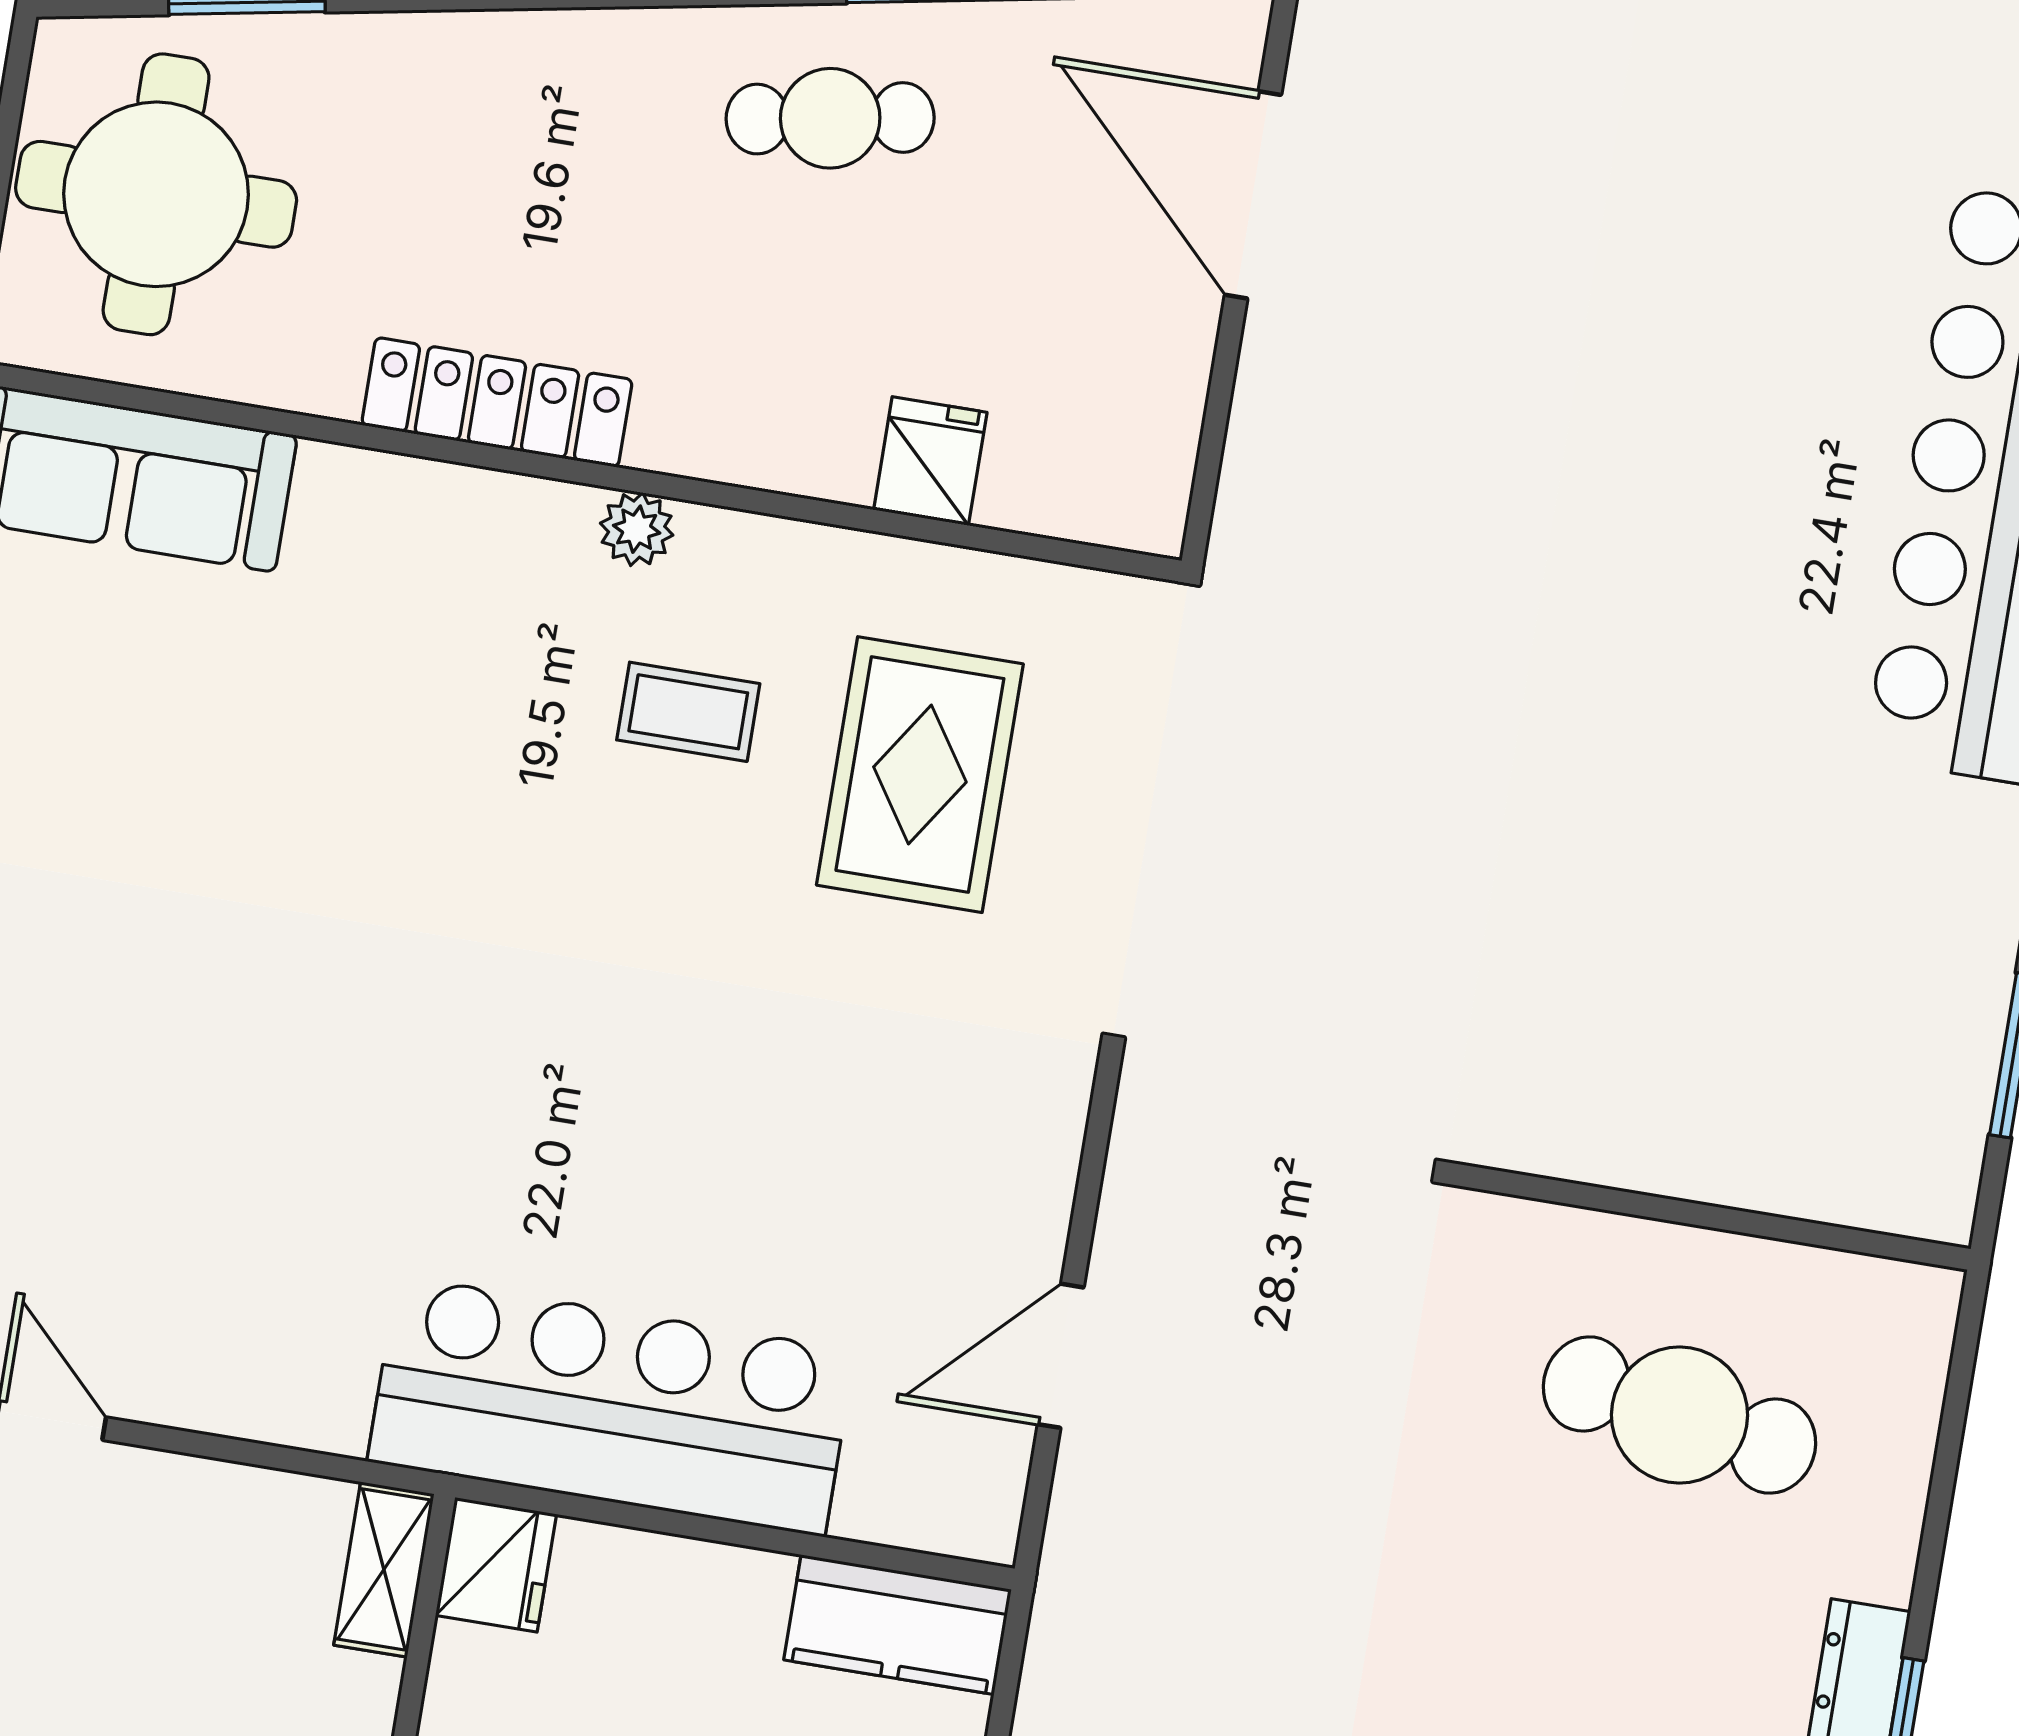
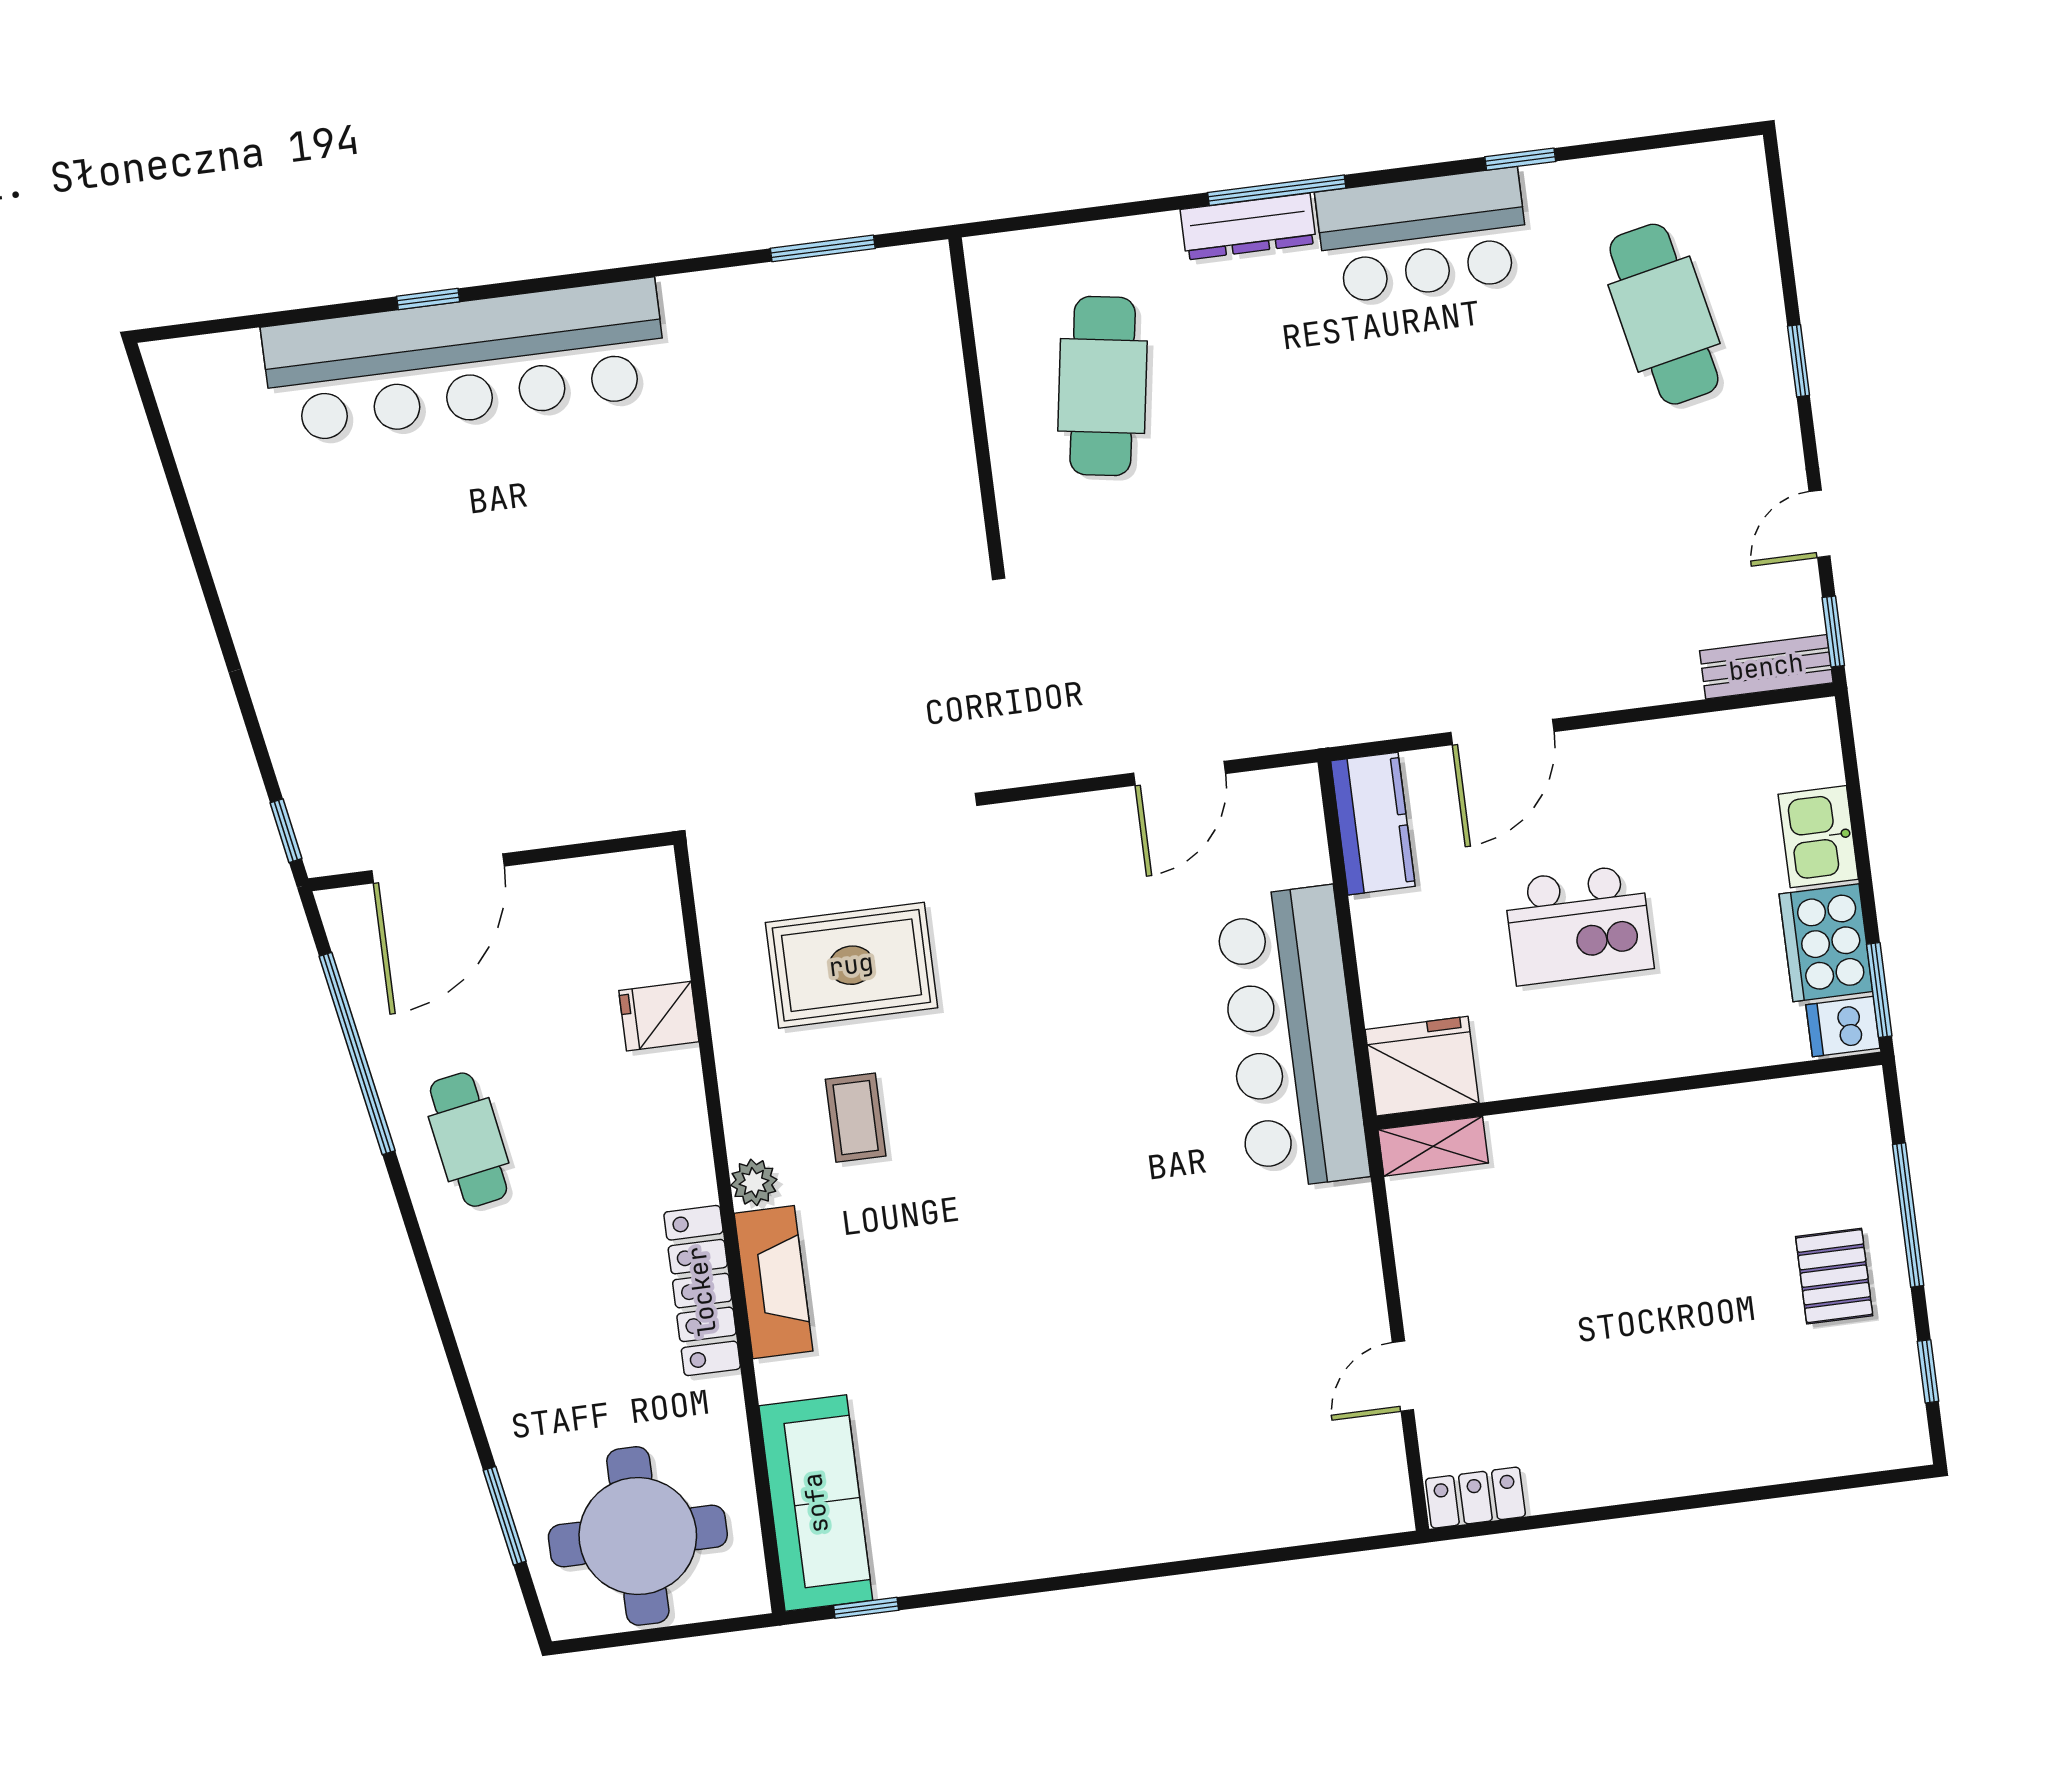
fireplace: (477, 514) -> (773, 1282), added
door: (1061, 1356) -> (1180, 773), hinge flipped
fridge: (496, 1565) -> (1422, 1066), width x1.36, depth x1.34

